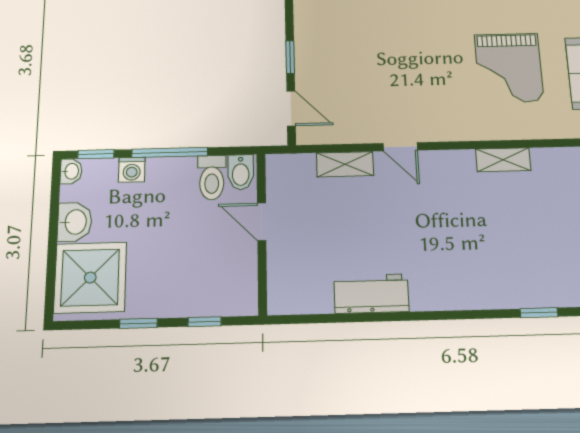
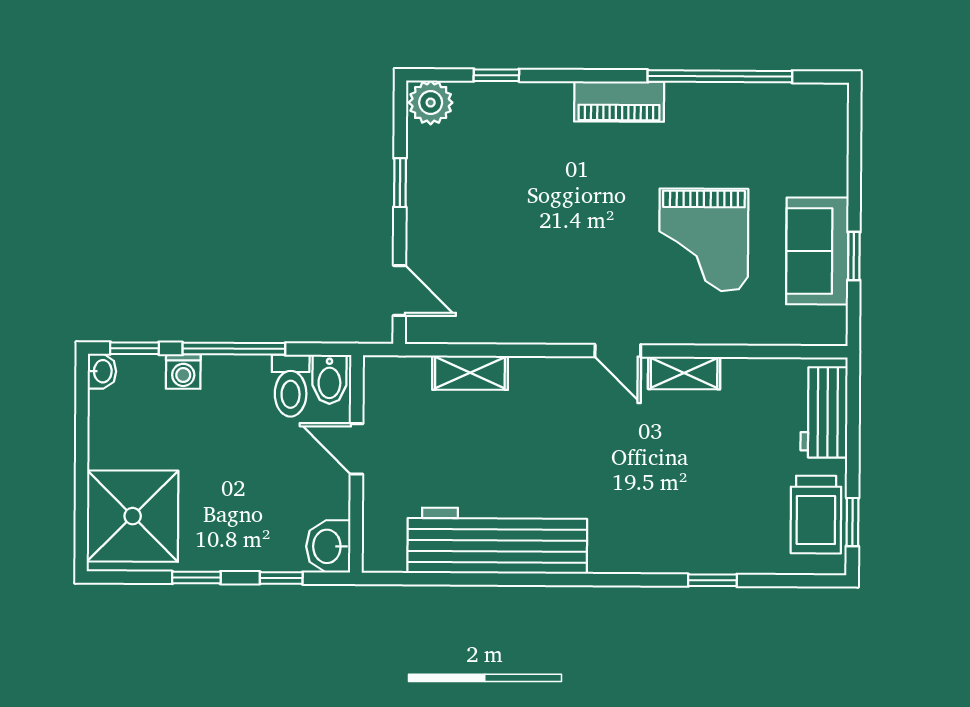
window: (290, 57) -> (400, 183), moved
door: (400, 147) -> (618, 351), moved
washbasin: (75, 222) -> (328, 546), moved, turned 180
workbench: (371, 294) -> (497, 541), width x1.87, depth x1.32

